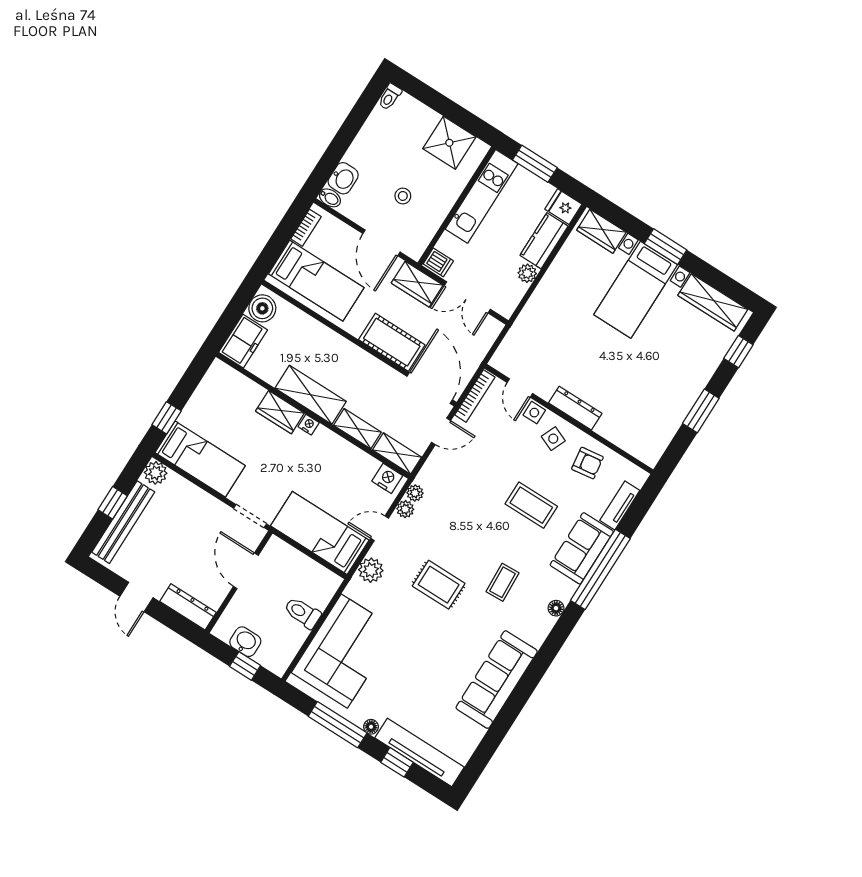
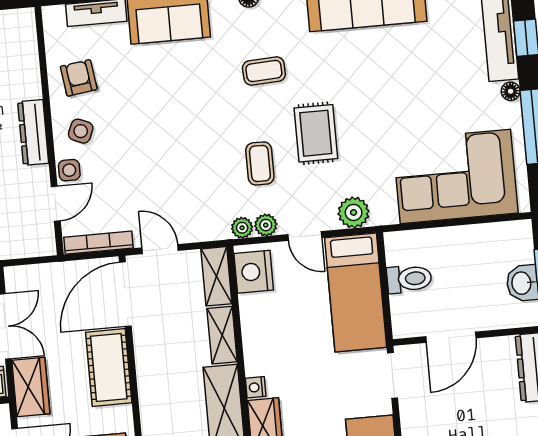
nightstand: (387, 478) -> (254, 272), width x1.36, depth x1.33
coffee table: (531, 505) -> (260, 163), moved, width x0.73, depth x0.77
toilet: (302, 613) -> (409, 279), moved, turned -90

